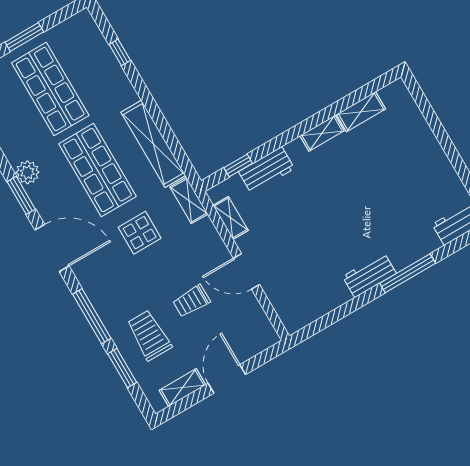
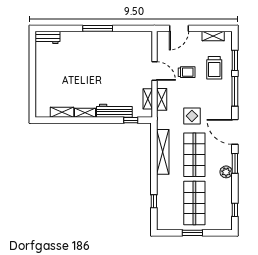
workbench: (267, 170) -> (114, 111), width x1.38
shelving: (189, 200) -> (162, 99), moved
window: (408, 273) -> (98, 28), moved
workbench: (369, 275) -> (101, 37), removed
door: (227, 379) -> (179, 28), moved

